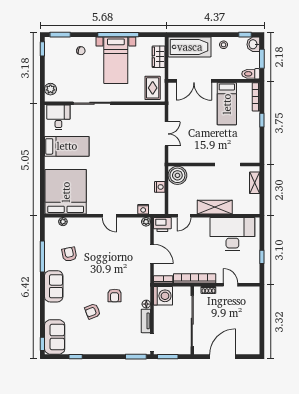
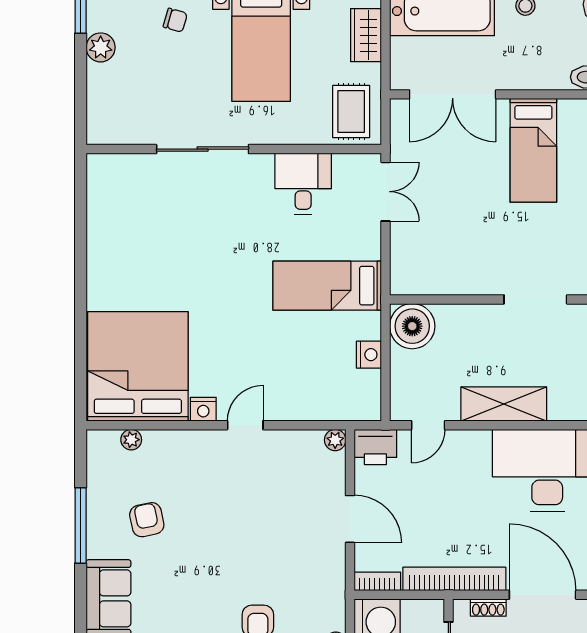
plant: (50, 89) -> (101, 47), moved
desk: (58, 117) -> (303, 184), moved
double door: (167, 134) -> (386, 192), moved
bed: (67, 146) -> (327, 286), moved, turned 180
nightstand: (143, 209) -> (203, 409), moved
door: (109, 216) -> (245, 425), swing flipped
door: (231, 285) -> (543, 595), width x1.88

